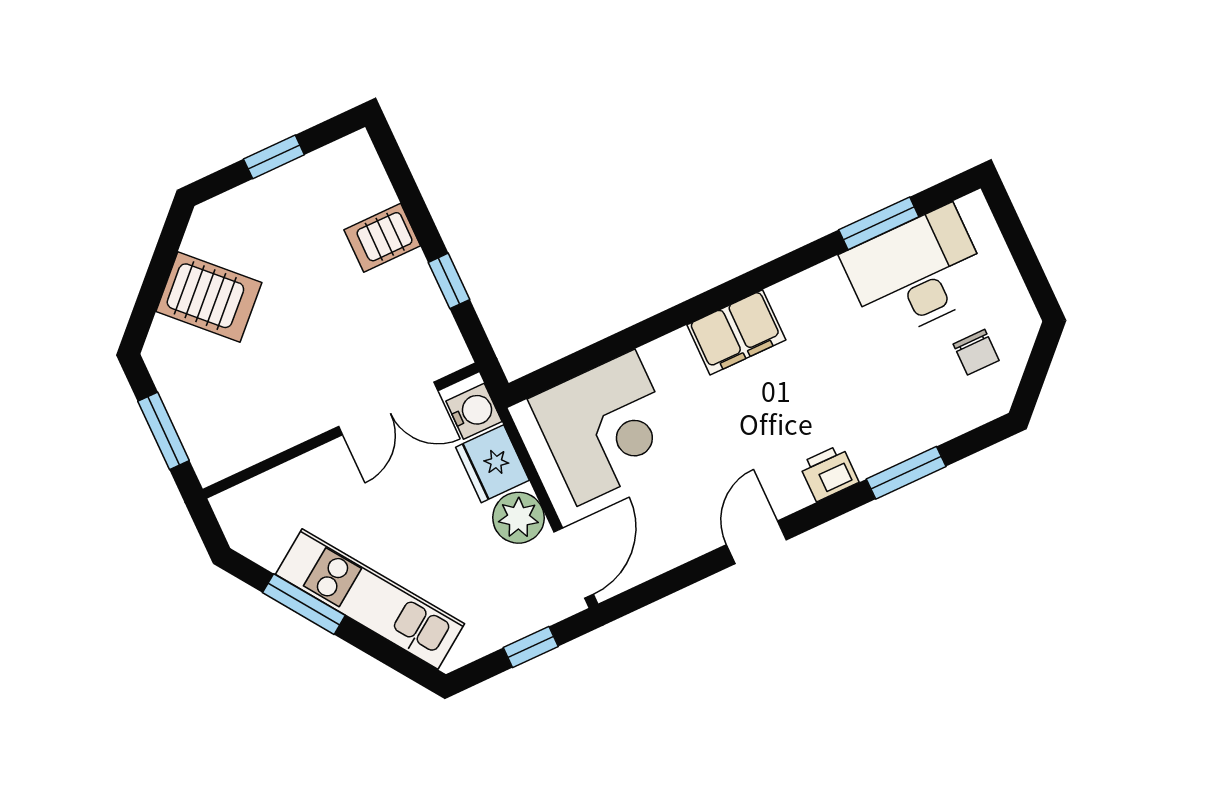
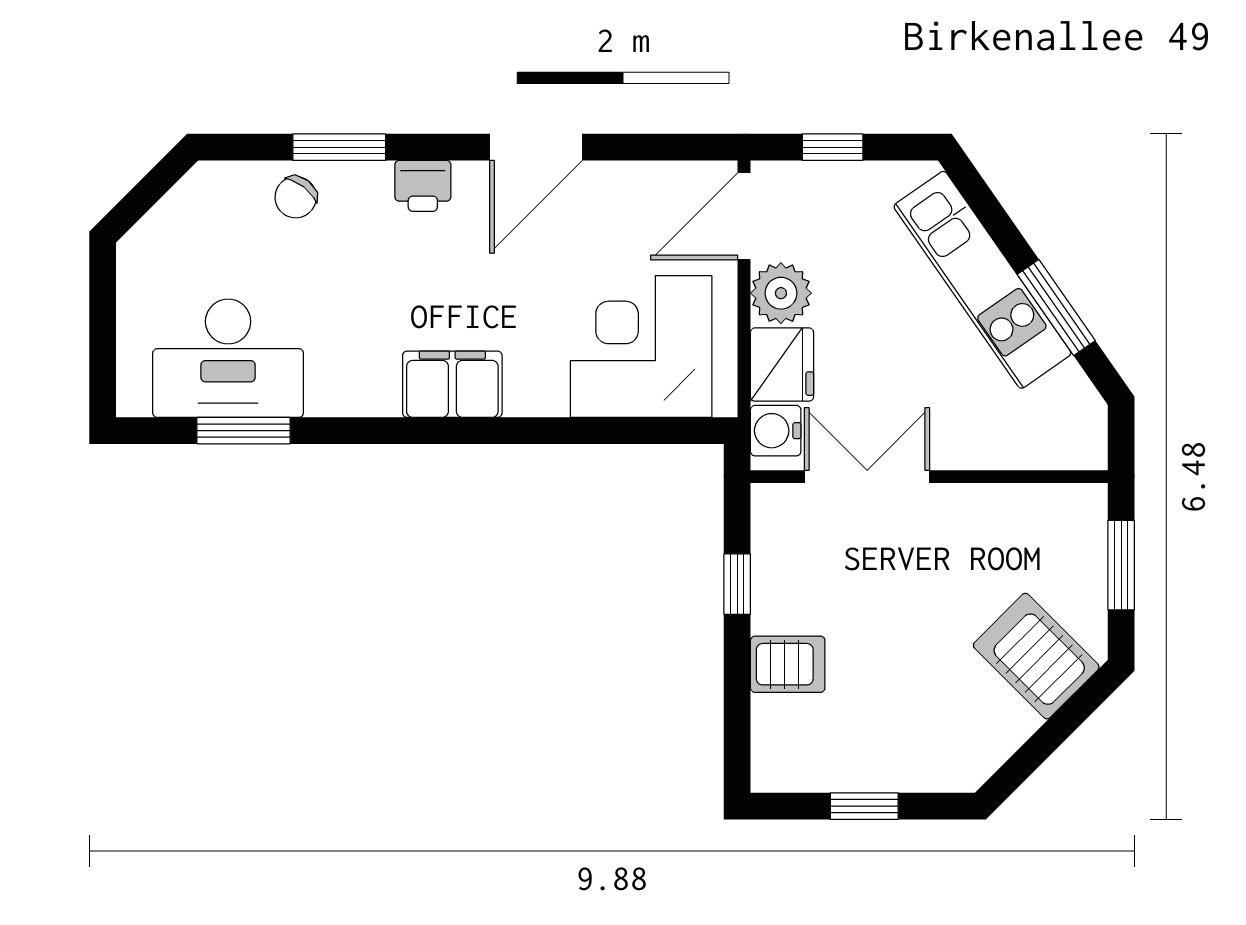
server rack: (209, 297) -> (1036, 656), moved
chair: (976, 352) -> (296, 197), moved, turned -142
door: (756, 542) -> (536, 147), width x1.38

